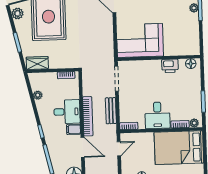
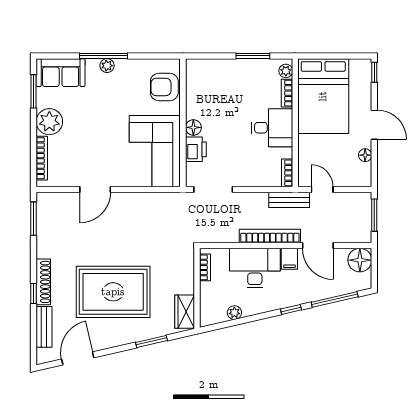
plant: (17, 13) -> (107, 340), removed
armchair: (181, 45) -> (164, 87), added
floor lamp: (191, 64) -> (193, 127), moved
printer: (170, 66) -> (196, 149), moved
bench: (111, 111) -> (289, 200), moved
desk: (67, 112) -> (255, 268), width x1.37
door: (83, 147) -> (318, 246), swing flipped

